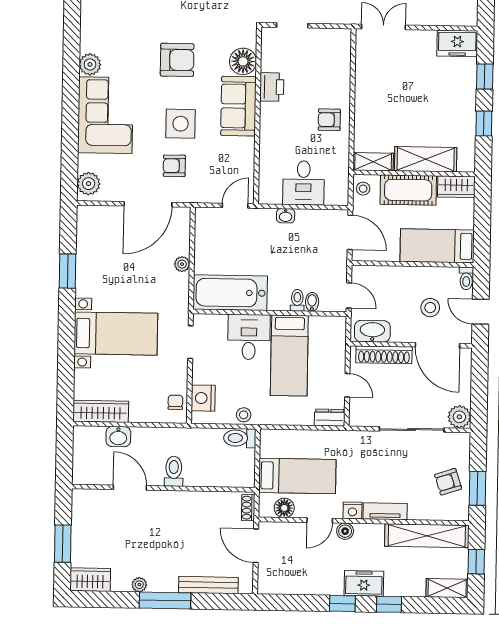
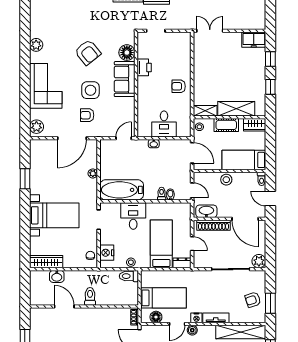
armchair: (177, 60) -> (88, 52), turned 51
plant: (90, 64) -> (36, 45), moved
cot: (408, 190) -> (226, 125), width x0.73, depth x0.75
stool: (430, 308) -> (226, 180), moved
bed: (289, 355) -> (161, 244), moved, turned 180

